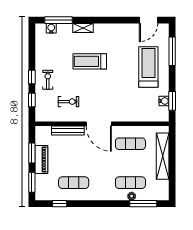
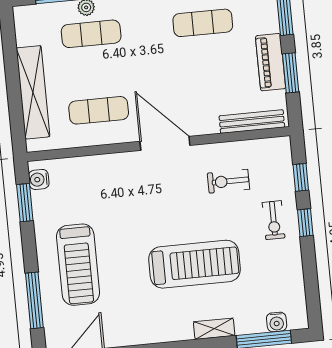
treadmill: (90, 61) -> (195, 264), width x1.37, depth x1.38
water cooler: (164, 101) -> (39, 179), moved
bench: (68, 131) -> (252, 122), moved

